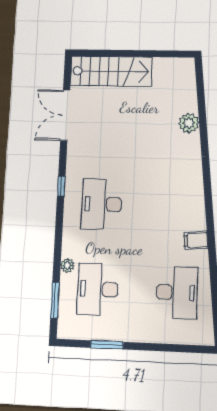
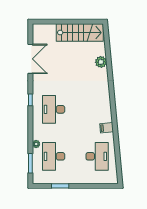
stairs: (111, 71) -> (80, 33), moved
double door: (65, 115) -> (30, 59), swing flipped

